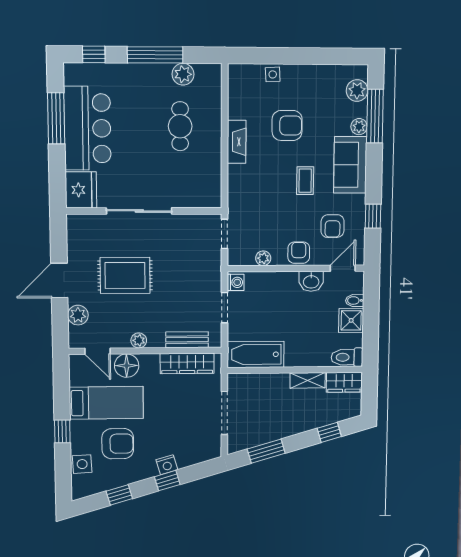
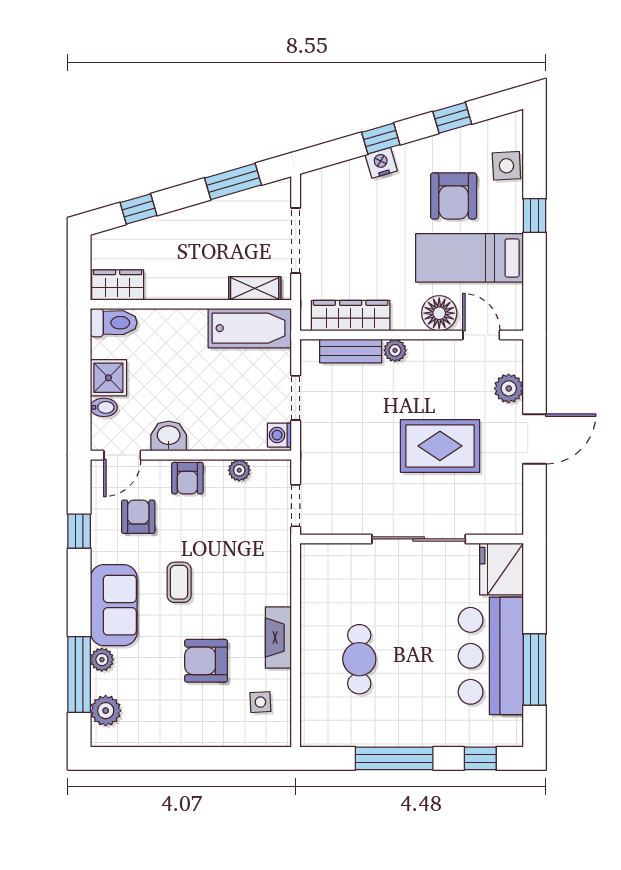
plant: (183, 74) -> (355, 732), removed
side table: (273, 74) -> (260, 702), moved
plant: (139, 340) -> (395, 350), moved
shelving: (308, 380) -> (255, 288), moved
armchair: (118, 444) -> (454, 196), turned -90

